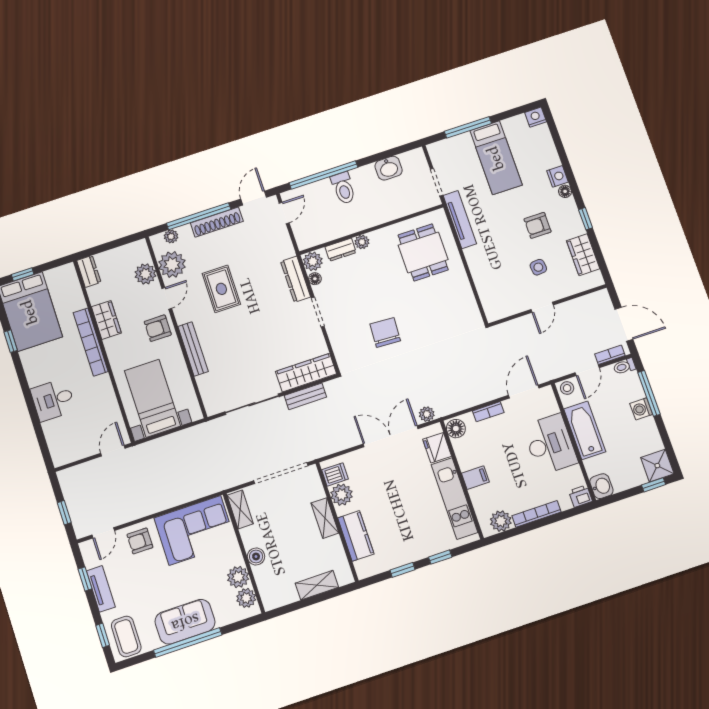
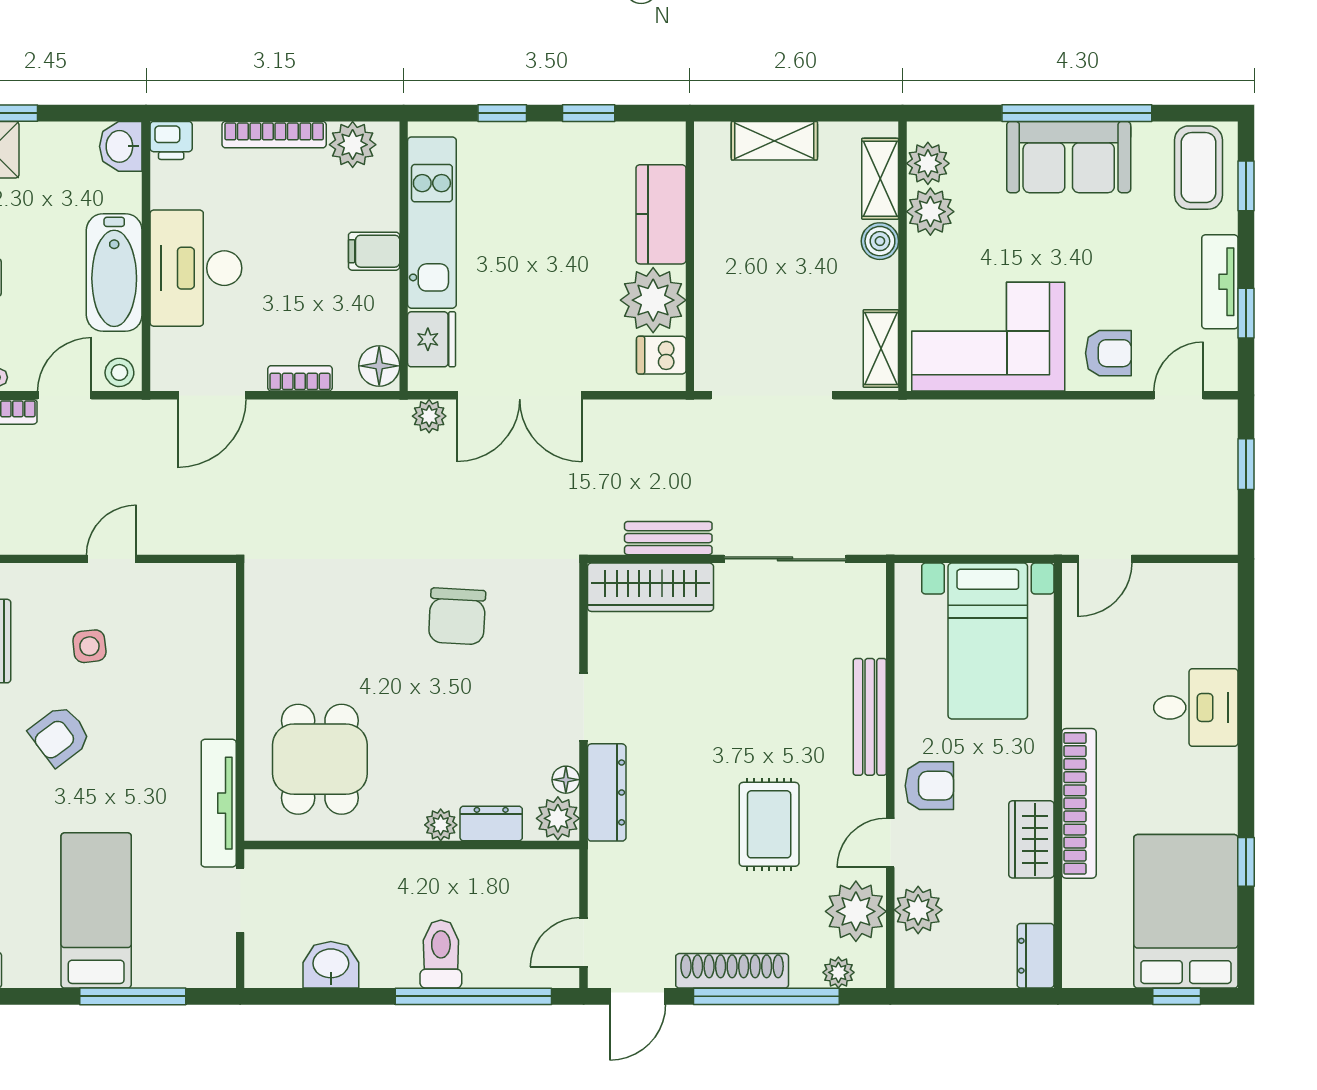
armchair: (538, 225) -> (60, 736), turned 143
plant: (342, 495) -> (653, 300), width x1.36, depth x1.36
shelving: (325, 518) -> (880, 179), moved

